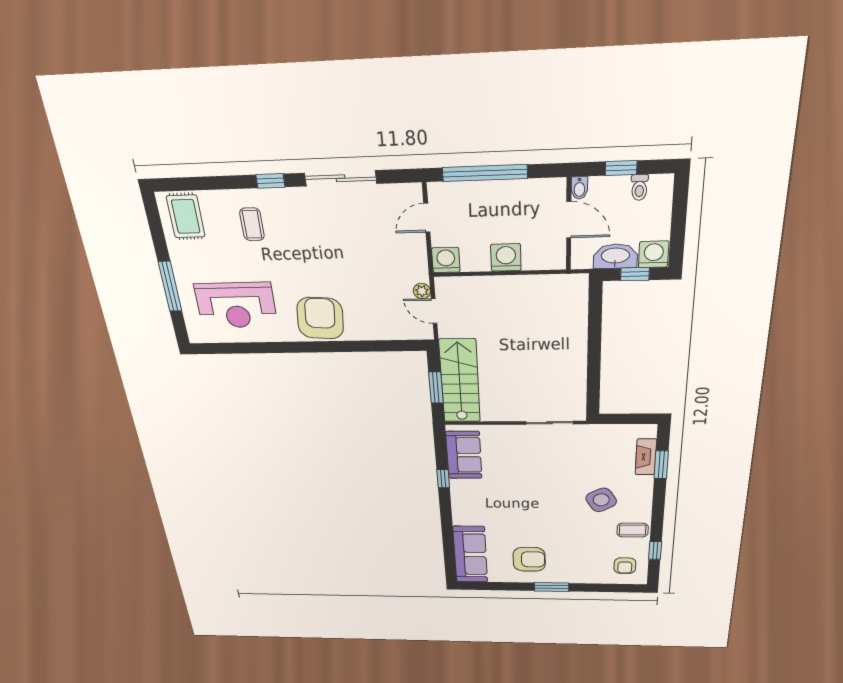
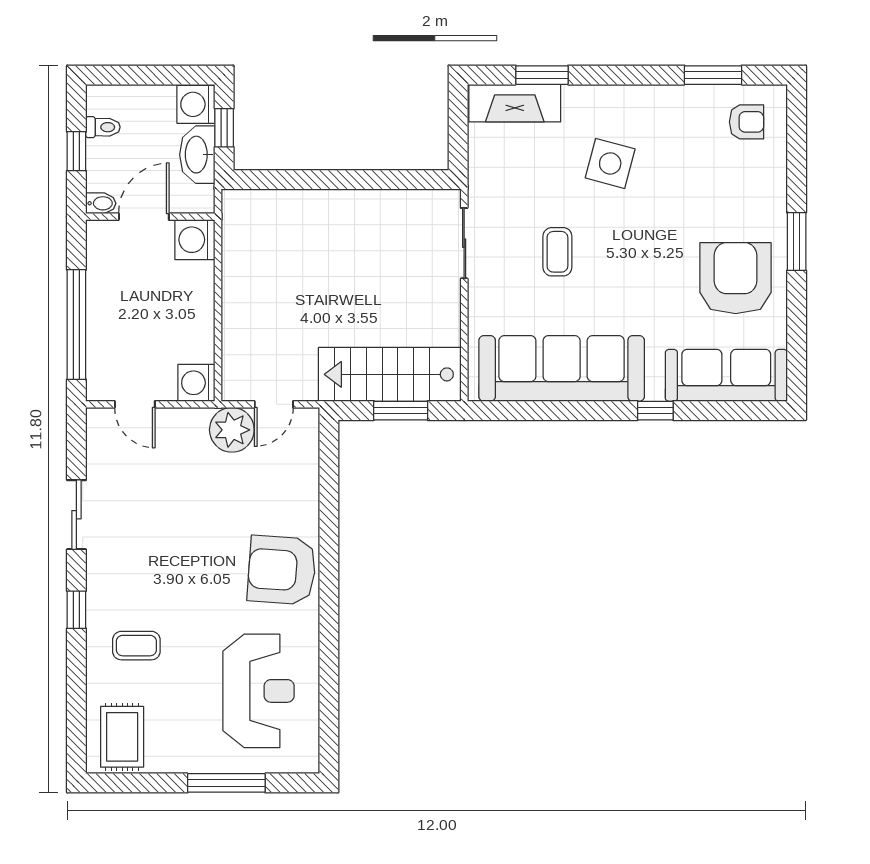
sliding door: (341, 178) -> (76, 515), width x0.73
rug: (186, 216) -> (122, 737), turned 90
washing machine: (506, 257) -> (195, 240), moved
plant: (422, 291) -> (232, 430), width x1.87, depth x1.87
sofa: (464, 455) -> (562, 368), width x1.85, depth x1.27
fireplace: (646, 457) -> (515, 103), width x1.37, depth x1.32
window: (443, 479) -> (655, 411), moved
side table: (601, 500) -> (610, 163), turned 45
coffee table: (633, 530) -> (557, 252), moved
window: (655, 550) -> (713, 75), width x1.50
armchair: (529, 559) -> (736, 278), width x1.36, depth x1.36

